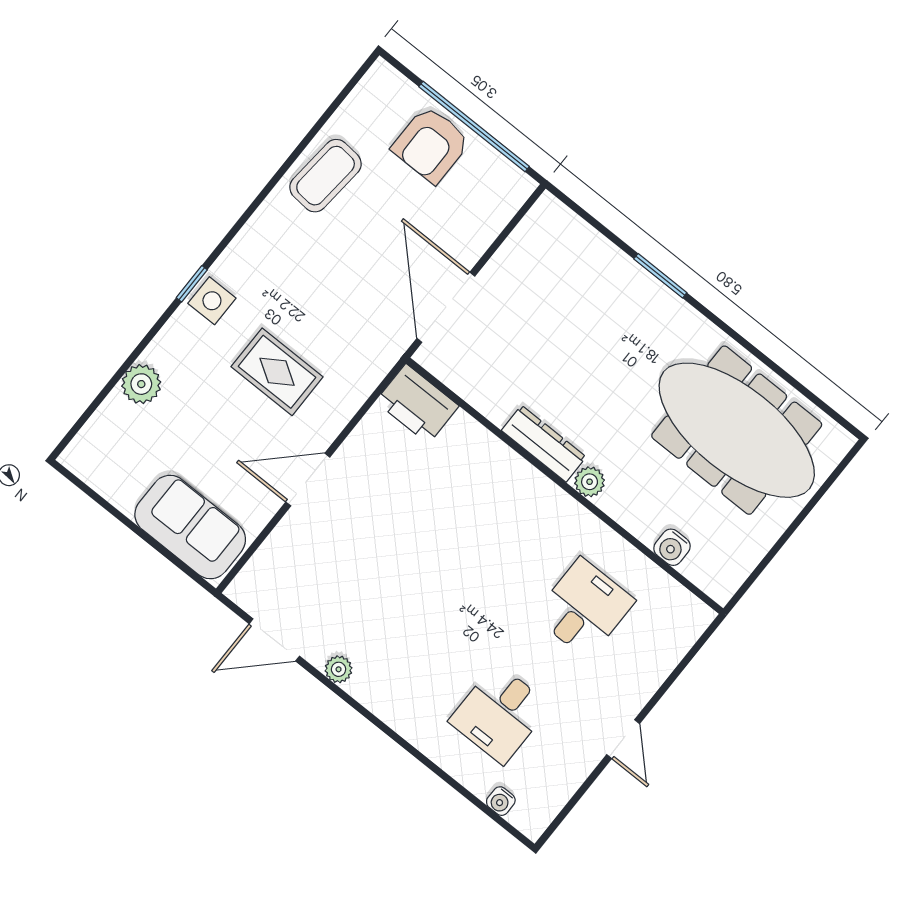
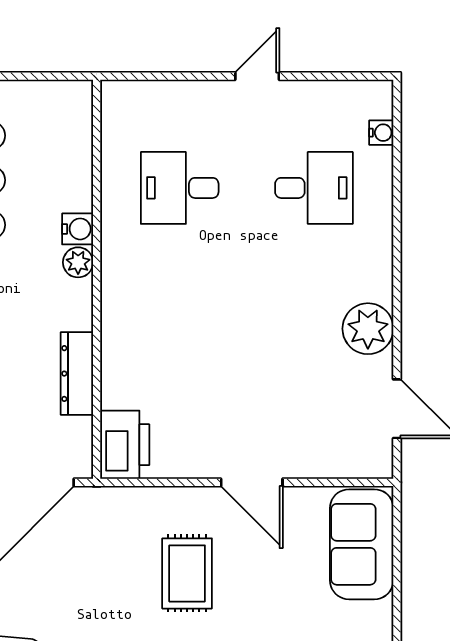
dresser: (544, 444) -> (77, 374), moved
water cooler: (672, 547) -> (78, 229), moved
plant: (339, 669) -> (368, 329), width x1.88, depth x1.88

